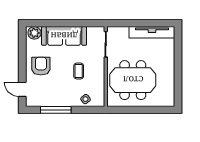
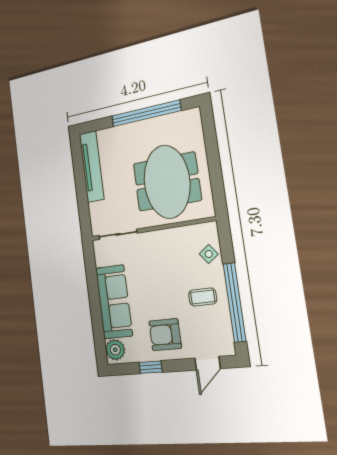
window: (22, 54) -> (150, 367), added
coffee table: (79, 71) -> (203, 297), moved
window: (178, 73) -> (146, 113), added
window: (56, 110) -> (235, 302), width x1.46

